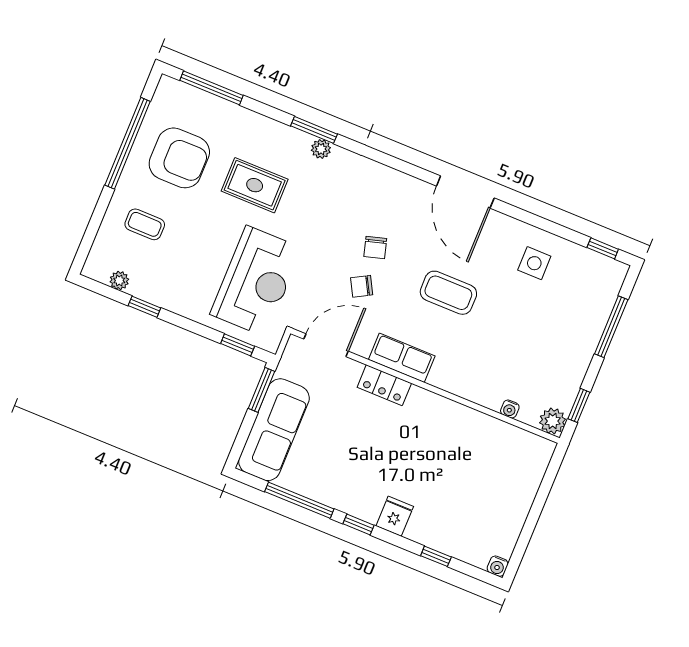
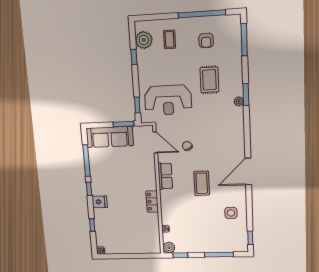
armchair: (179, 158) -> (206, 41), width x0.53, depth x0.53
chair: (375, 247) -> (207, 144), removed
plant: (119, 280) -> (144, 40), width x1.88, depth x1.88
locker: (384, 385) -> (152, 202), moved

